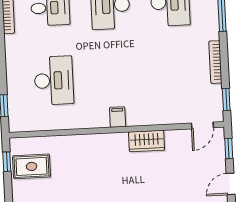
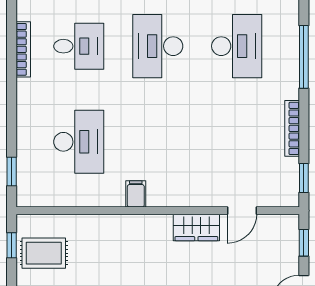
filing cabinet: (118, 117) -> (136, 194), moved
door: (202, 125) -> (242, 211), moved

